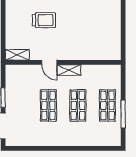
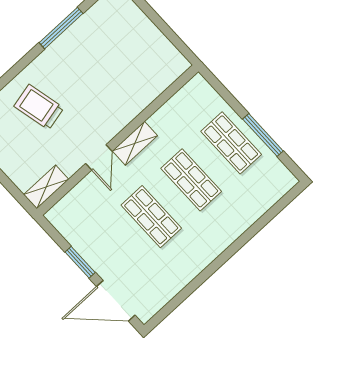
trolley: (44, 20) -> (39, 107), turned -103
door: (49, 62) -> (99, 157), hinge flipped

